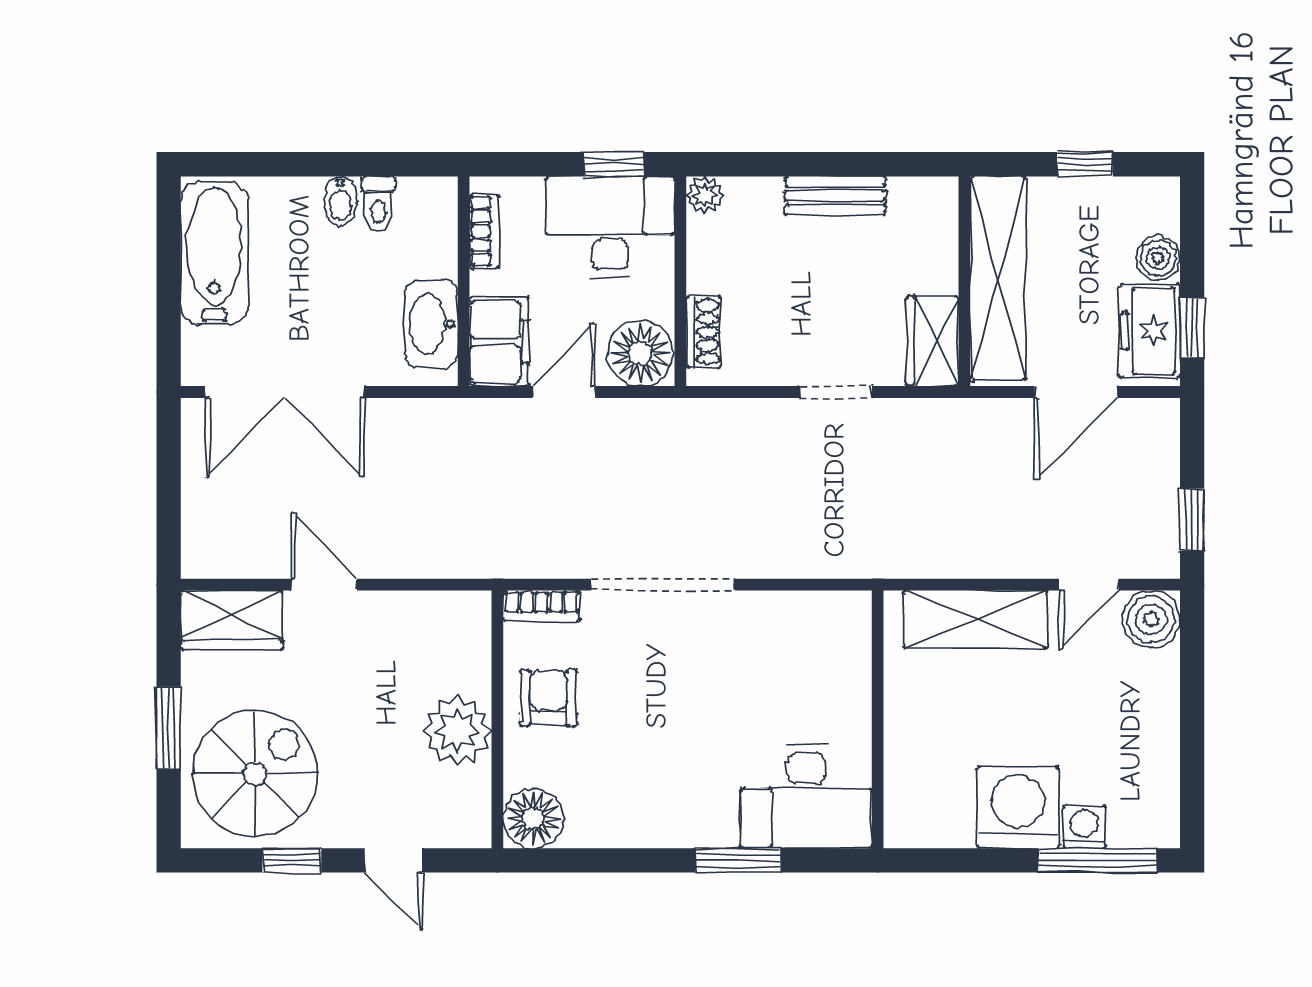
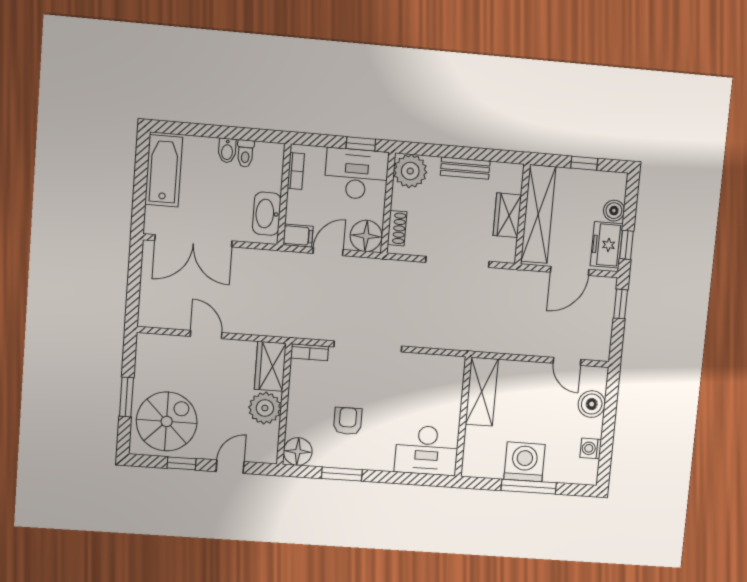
plant: (705, 195) -> (410, 171), width x1.88, depth x1.88
wardrobe: (933, 341) -> (507, 215), moved
filing cabinet: (499, 342) -> (298, 236), width x0.50
doorway: (836, 392) -> (457, 262), width x1.87
window: (1192, 520) -> (621, 304), moved
door: (1089, 585) -> (567, 361), hinge flipped
shelving: (976, 619) -> (482, 392), moved, turned 90
boiler: (1151, 619) -> (592, 404), moved
wardrobe: (232, 620) -> (270, 366), moved, turned 90
armchair: (548, 698) -> (348, 421), moved
washing machine: (1084, 827) -> (591, 448), moved, turned -90
door: (394, 860) -> (230, 467), swing flipped
window: (738, 860) -> (342, 474), moved
window: (1097, 860) -> (529, 487), moved

